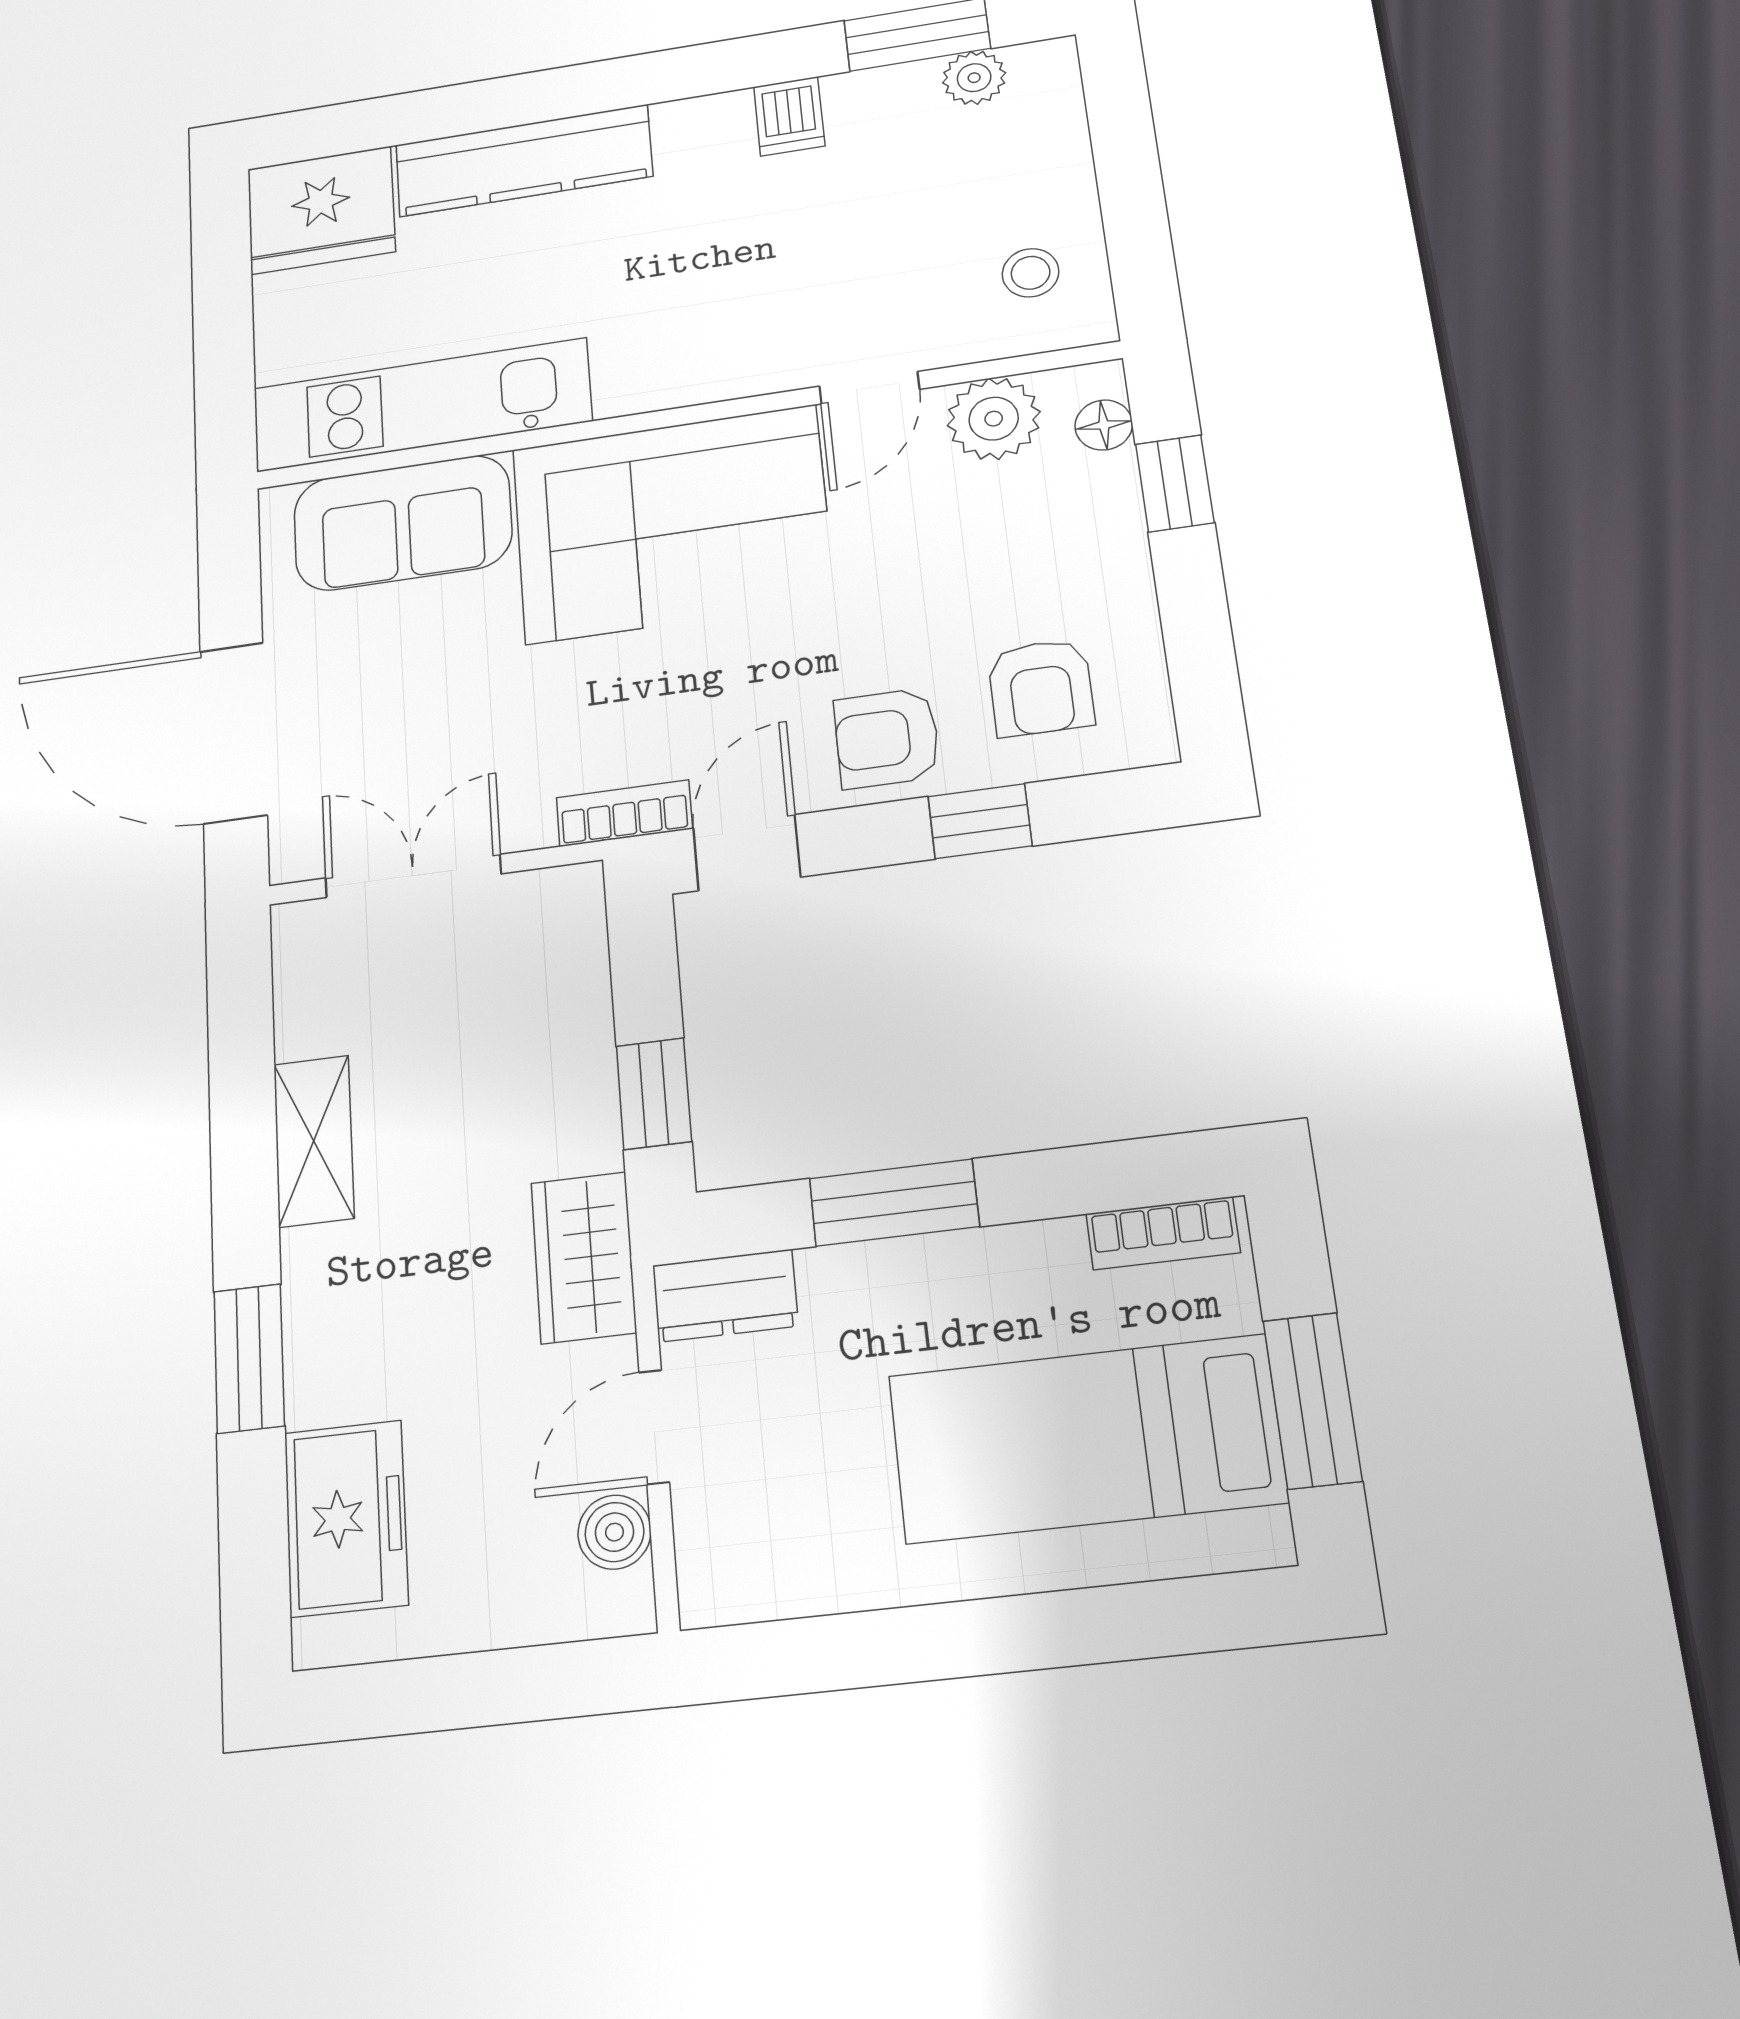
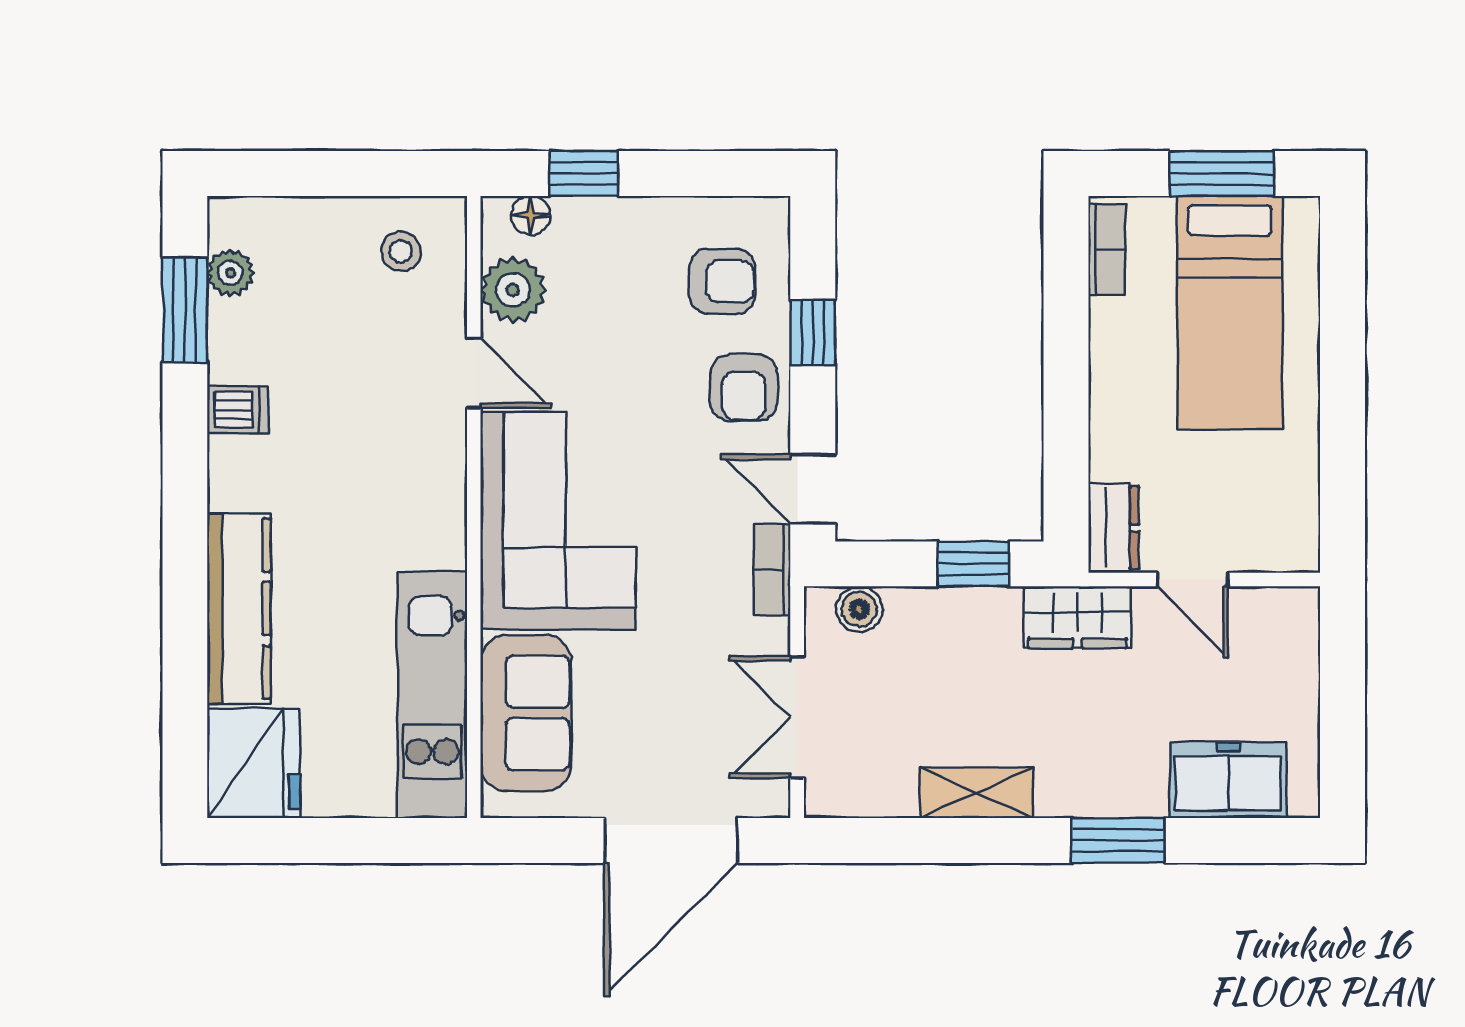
window: (894, 1203) -> (1066, 415), removed
boiler: (614, 1532) -> (859, 609), moved

